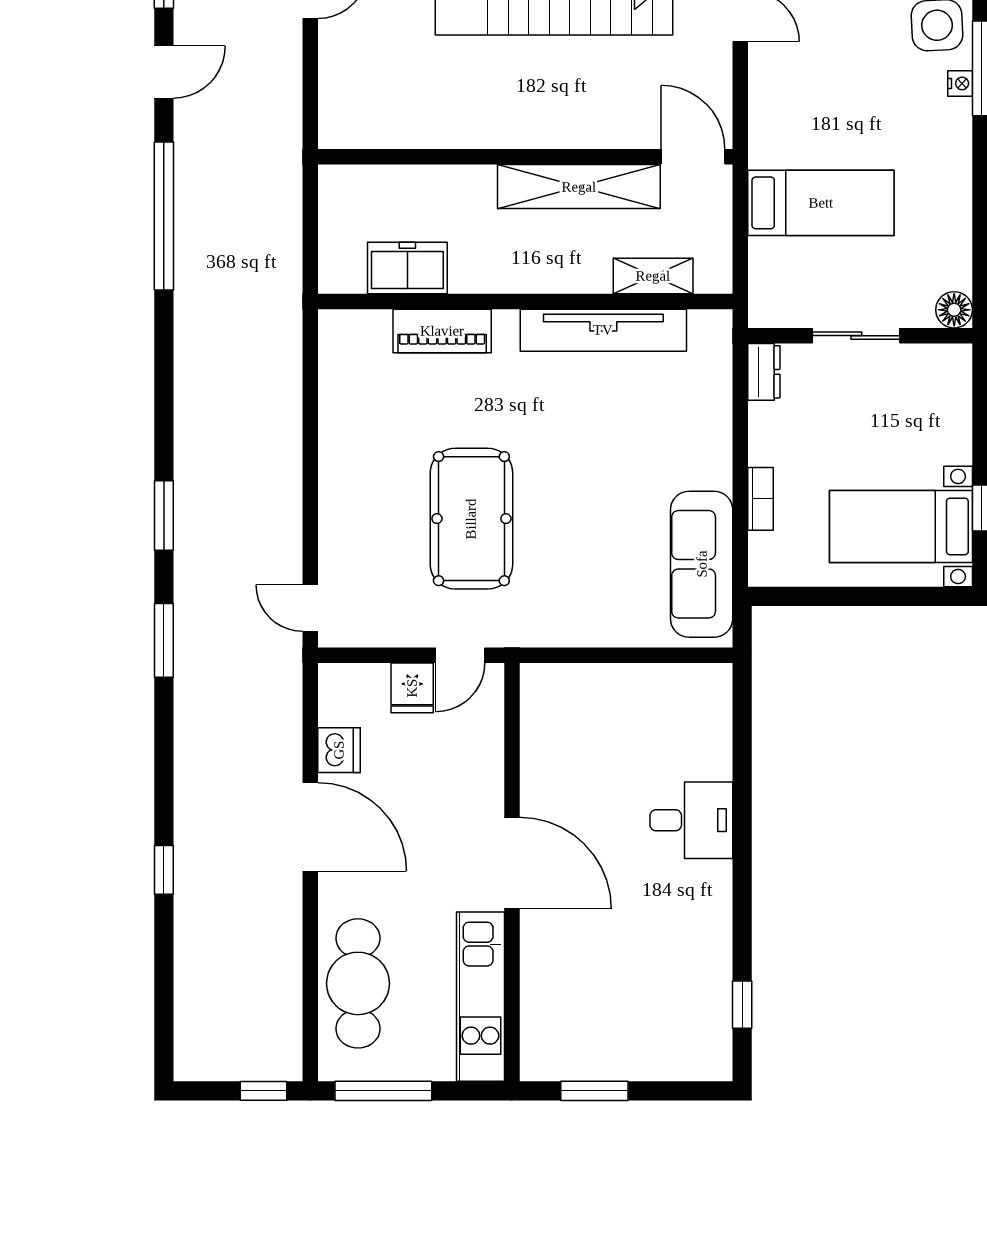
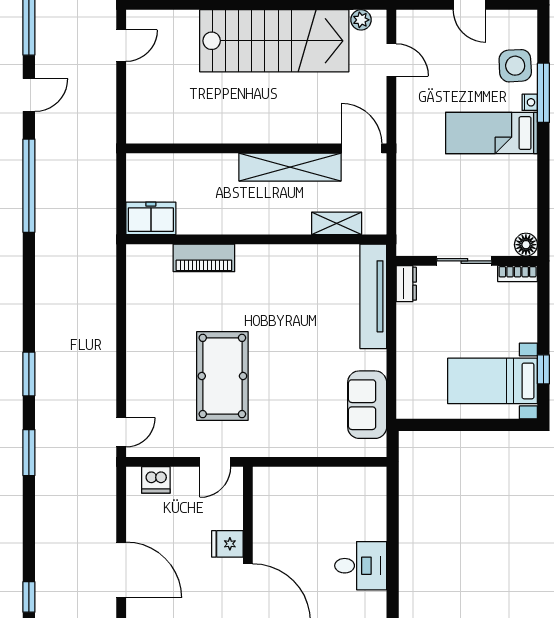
bed: (821, 203) -> (491, 133), moved, turned 180
freezer: (407, 268) -> (151, 218), moved
tv unit: (603, 330) -> (373, 296), moved, turned 90
bookcase: (760, 499) -> (518, 274), moved, turned 90
sofa: (702, 564) -> (367, 405), width x0.73
door: (310, 608) -> (121, 432), swing flipped
fridge: (412, 688) -> (227, 544), moved, turned 90
dishwasher: (339, 750) -> (156, 480), moved, turned 90

